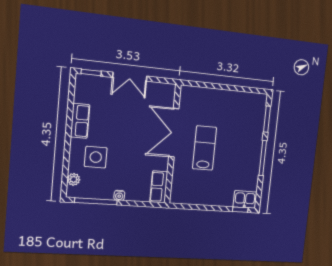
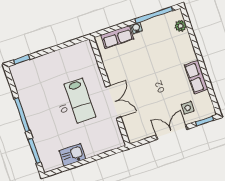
double door: (174, 133) -> (113, 102), width x0.73
side table: (96, 157) -> (188, 108), moved, width x0.54, depth x0.54
row of seats: (159, 187) -> (117, 37), moved, turned 90
kitchen sink: (245, 199) -> (72, 155), moved, turned 180

